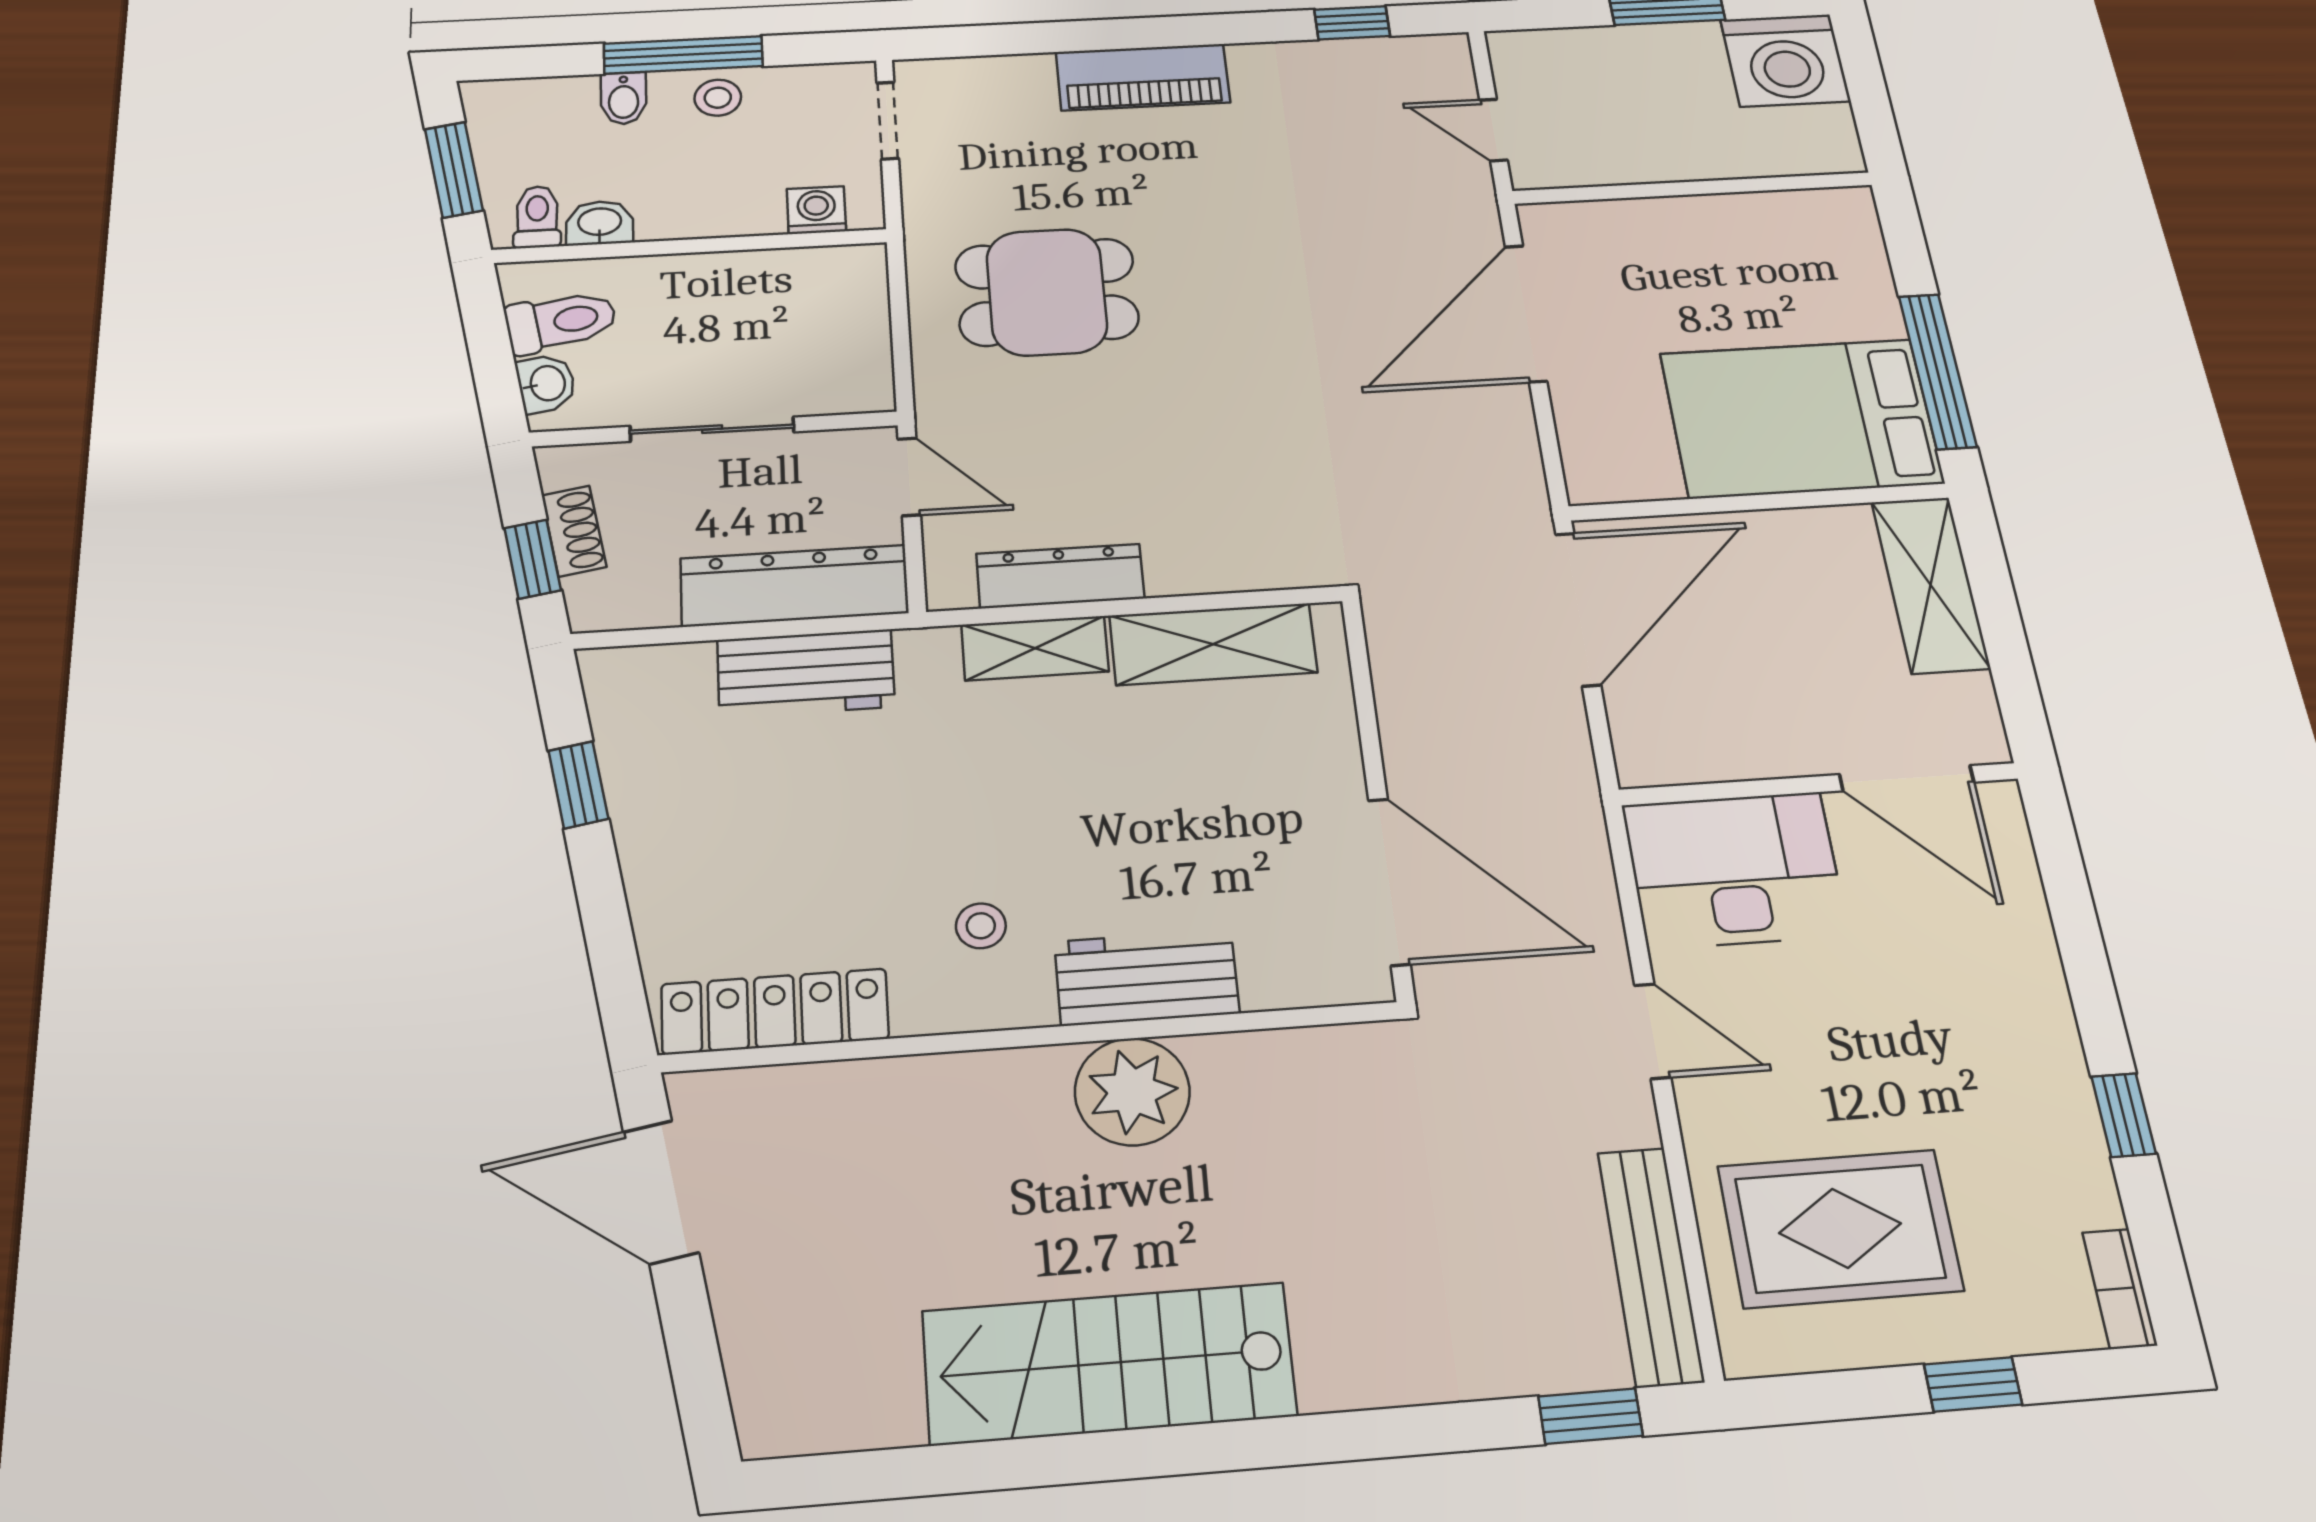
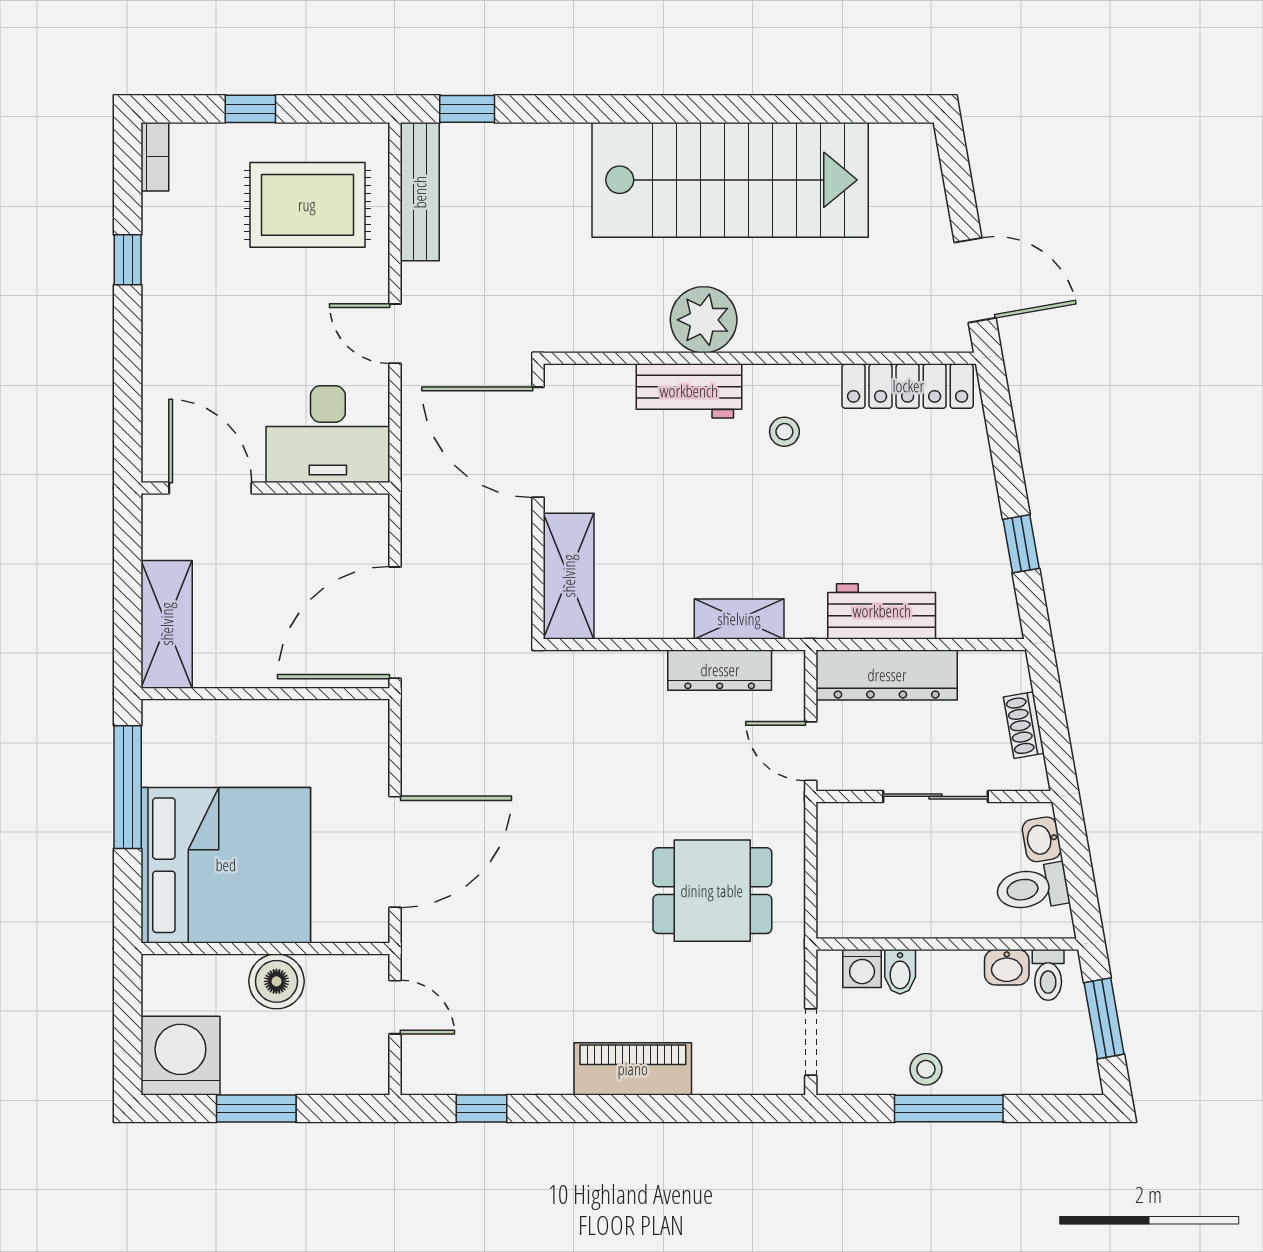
bidet: (624, 98) -> (900, 972), moved, turned 180
boiler: (1668, 151) -> (276, 981), added
bed: (1801, 418) -> (226, 865), moved, width x1.36
window: (533, 559) -> (1050, 706), removed
shelving: (1213, 644) -> (569, 576), moved, turned 90
stairs: (1109, 1363) -> (730, 180), width x1.36, depth x1.51

